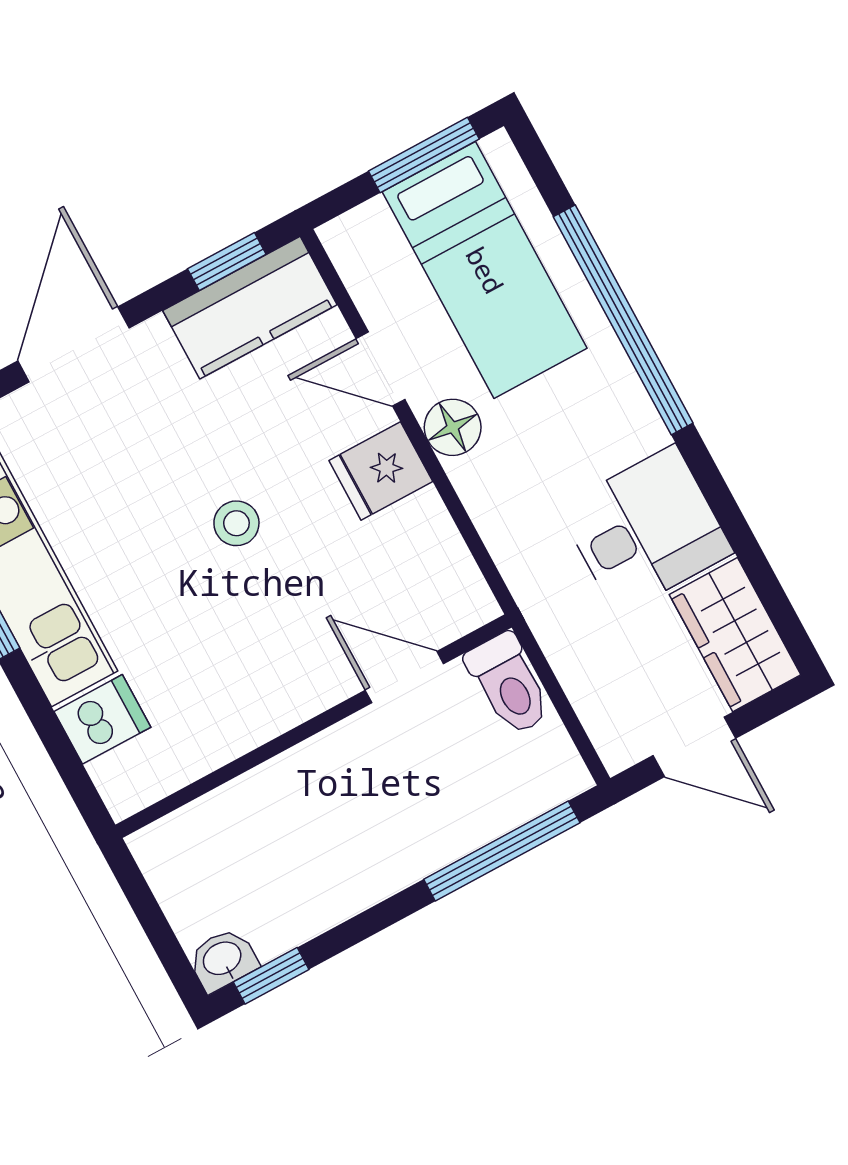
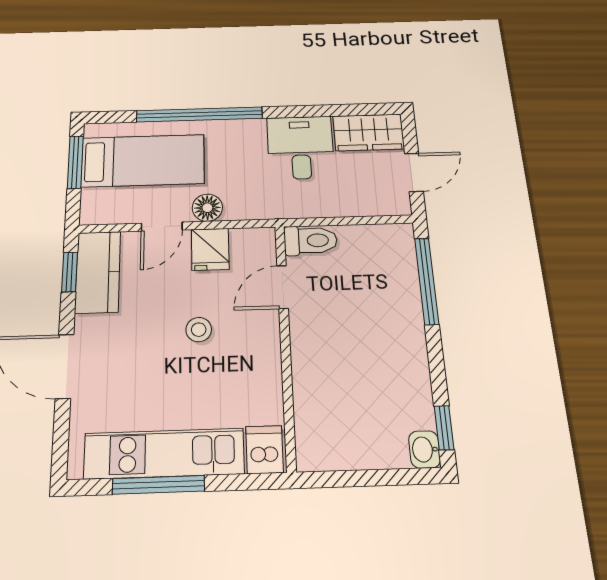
door: (404, 677) -> (283, 287), moved
toilet: (509, 684) -> (310, 240), moved
wall: (314, 726) -> (285, 343), moved

